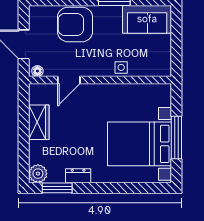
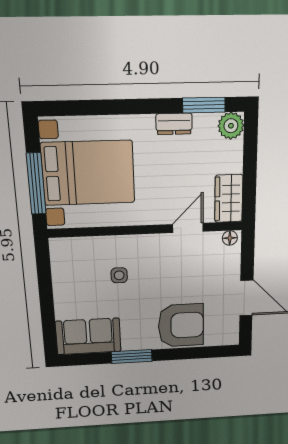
floor lamp: (37, 71) -> (230, 238), moved
door: (69, 80) -> (188, 228), moved
wall: (100, 80) -> (146, 230), moved

